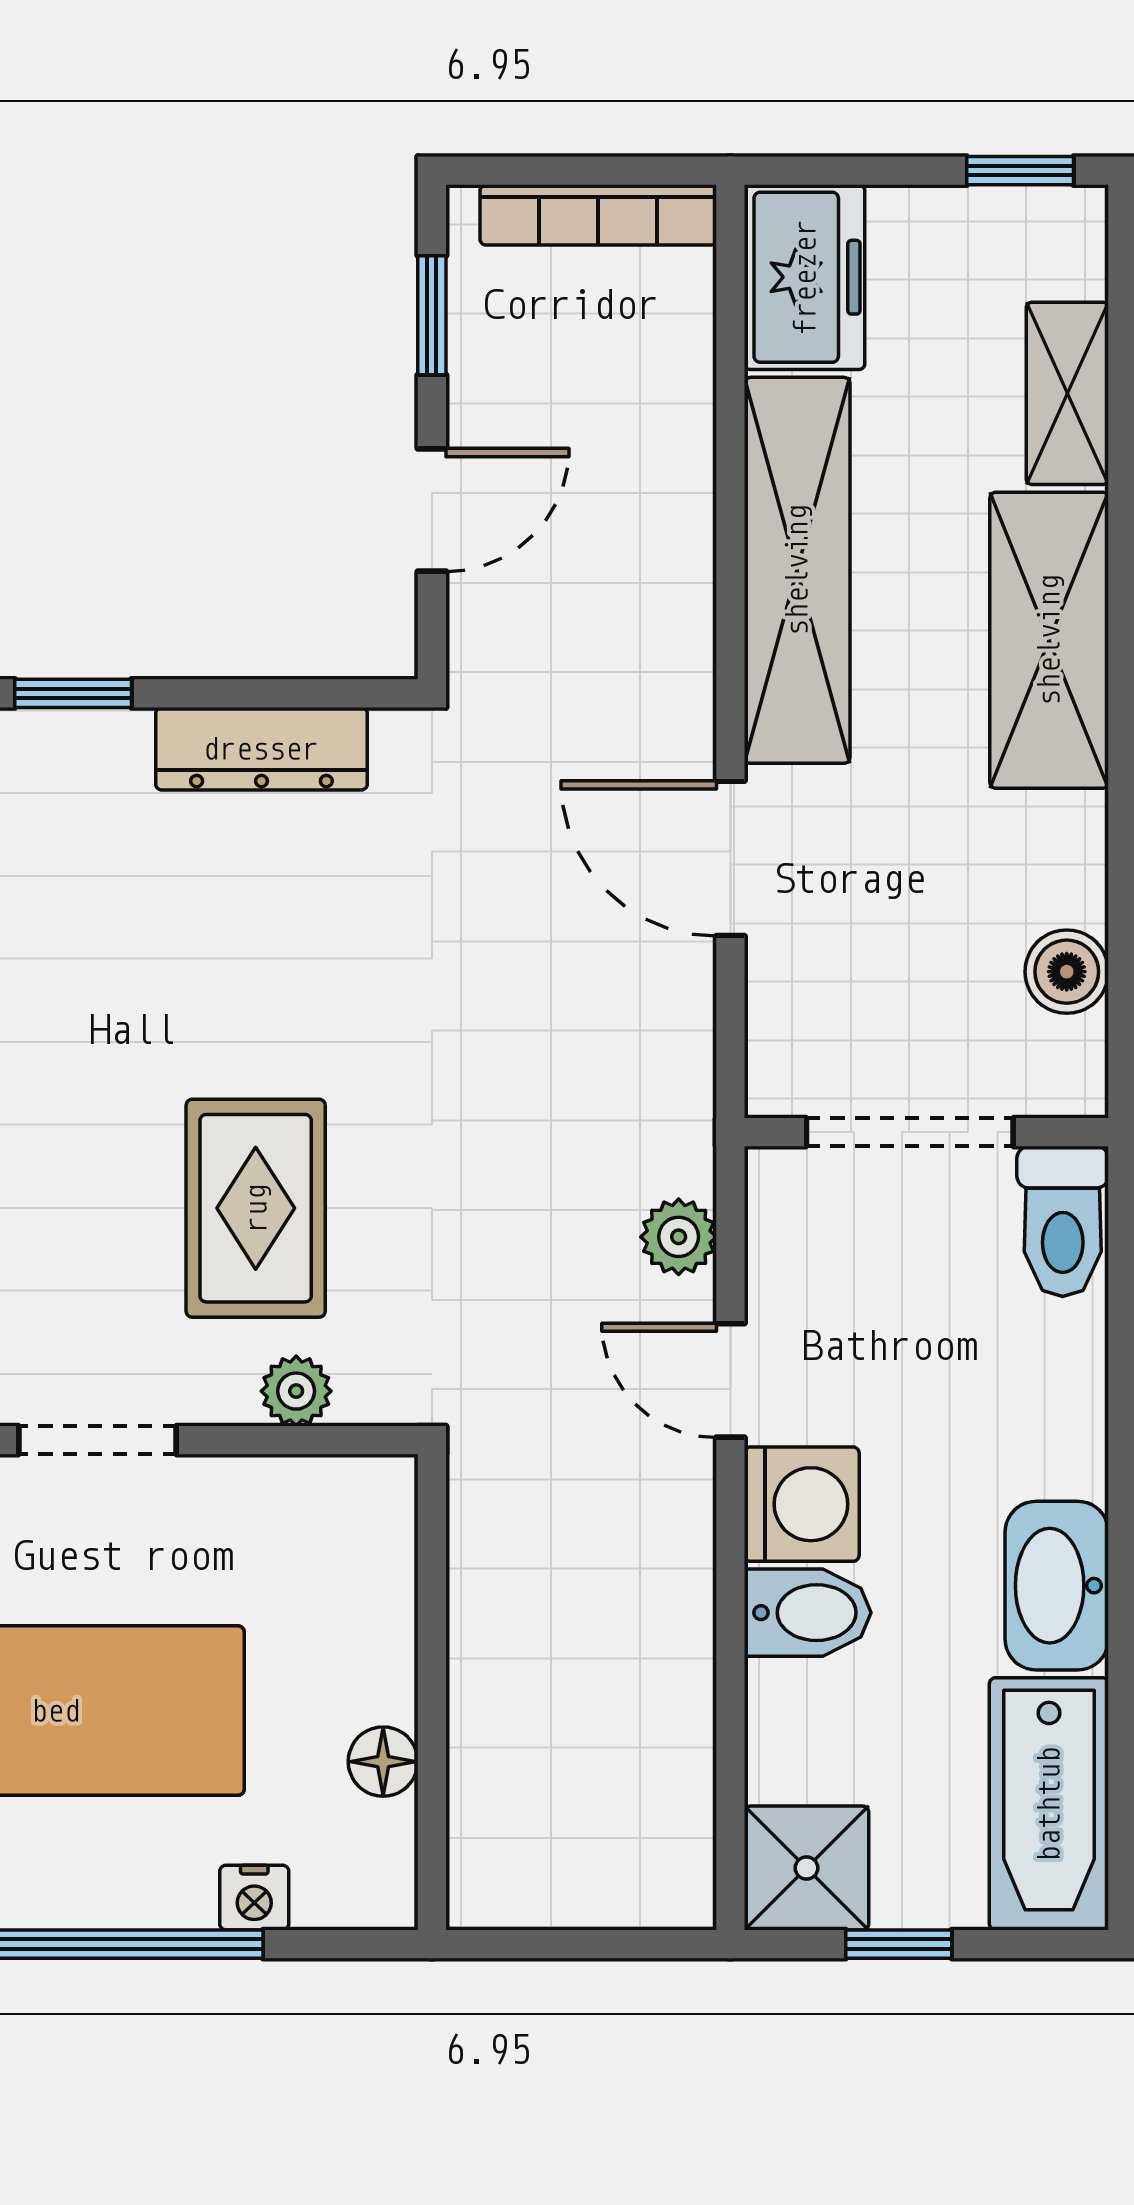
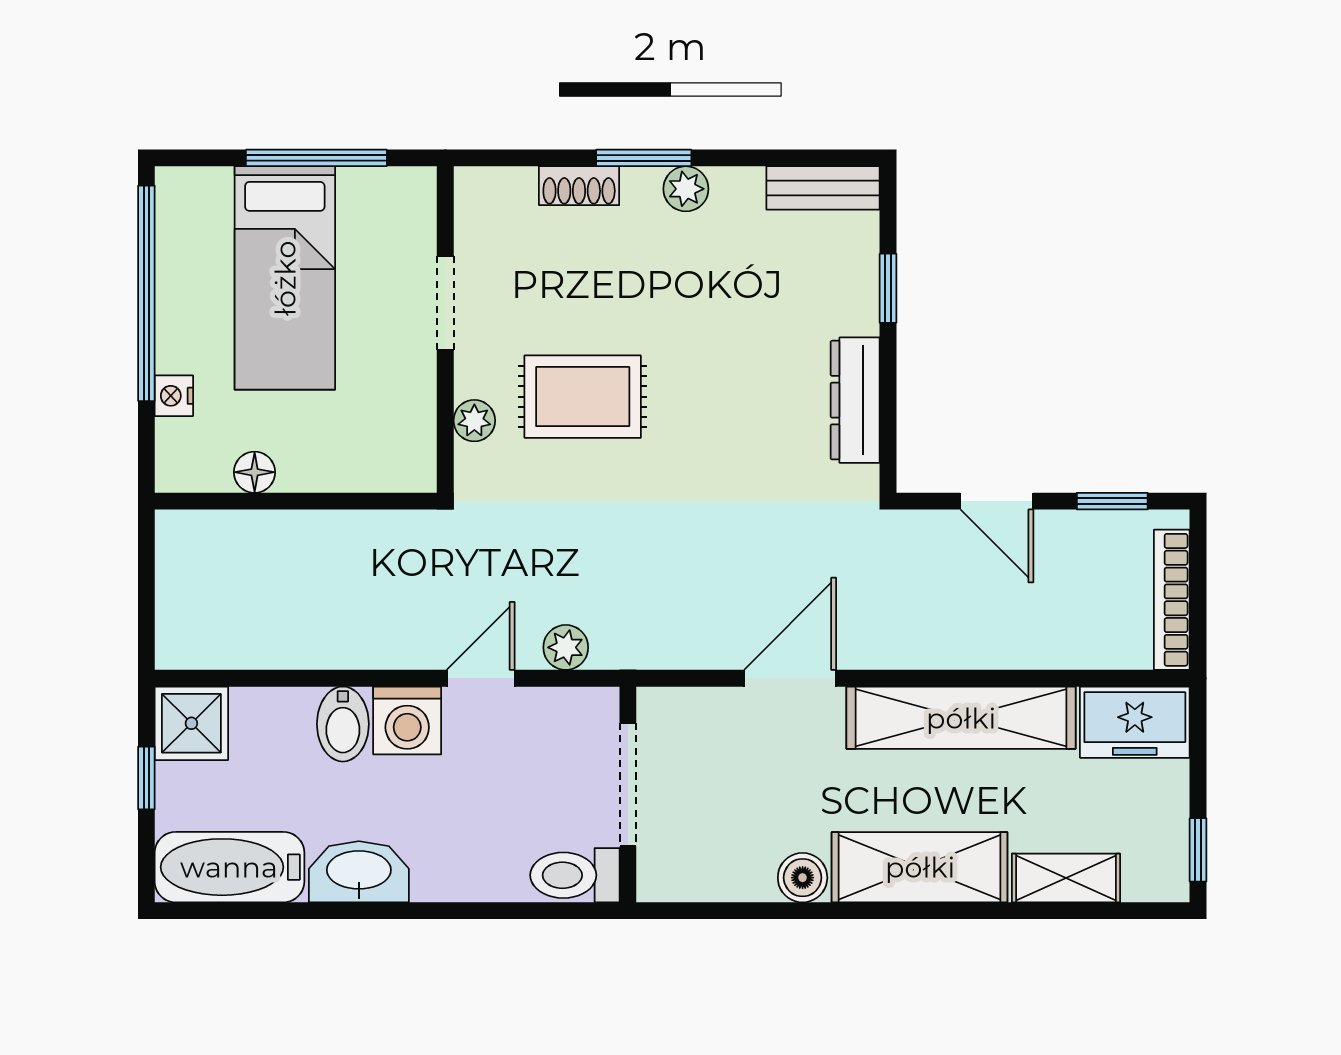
boiler: (1067, 972) -> (803, 878), moved

